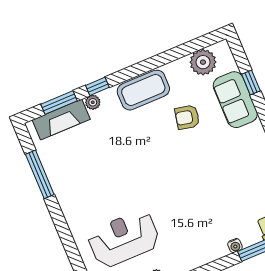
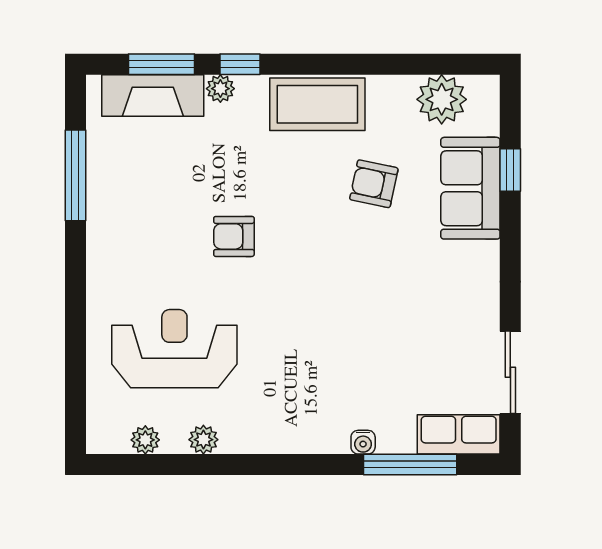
armchair: (130, 172) -> (234, 236), added

